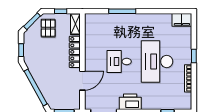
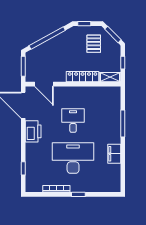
filing cabinet: (182, 20) -> (114, 154), moved
pallet: (48, 28) -> (94, 44), moved, turned 90
door: (82, 81) -> (44, 84), moved

